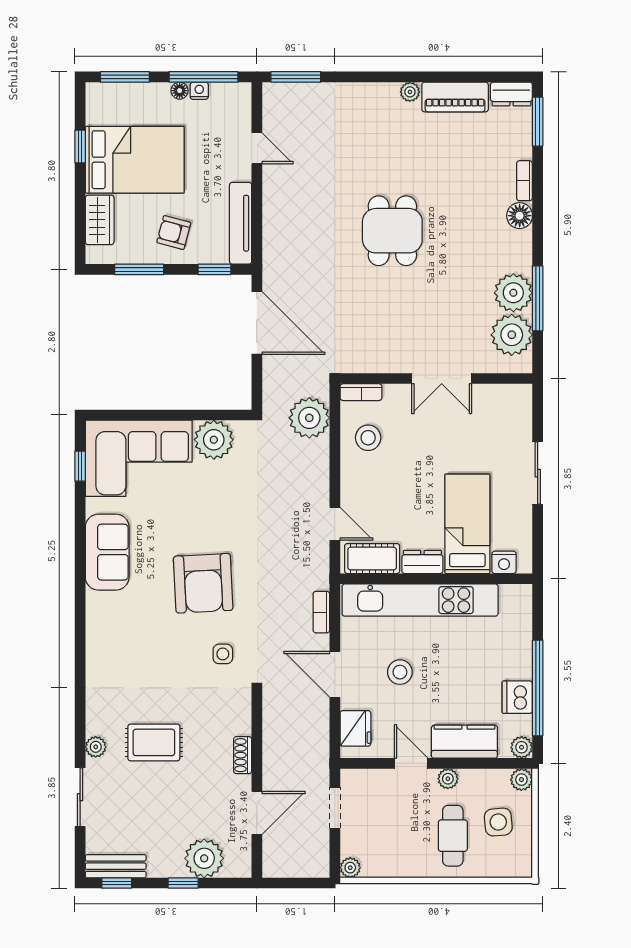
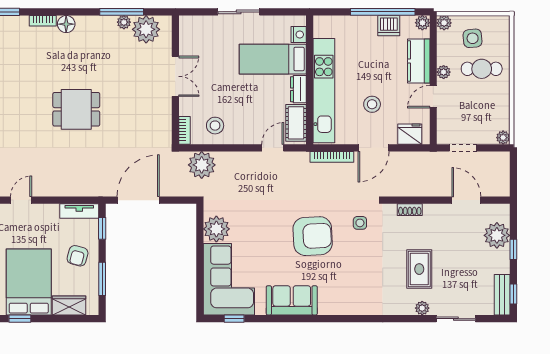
tv unit: (241, 223) -> (79, 211), width x0.71
plant: (513, 293) -> (124, 22), width x0.53, depth x0.53
bookcase: (321, 612) -> (332, 157), width x1.56
shoe rack: (243, 755) -> (410, 210), moved

